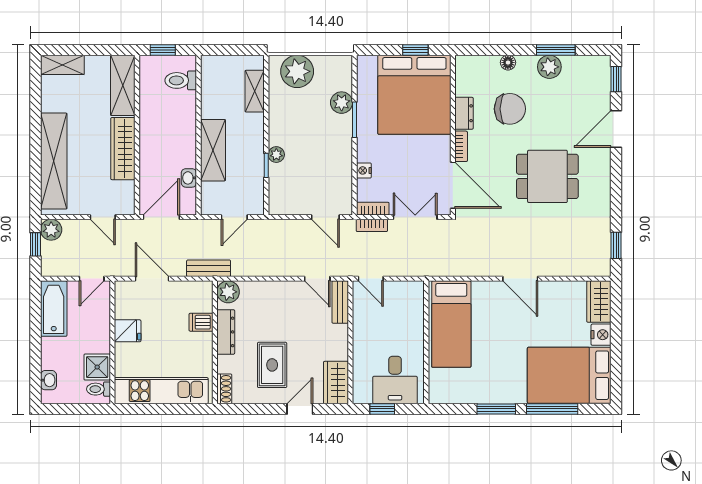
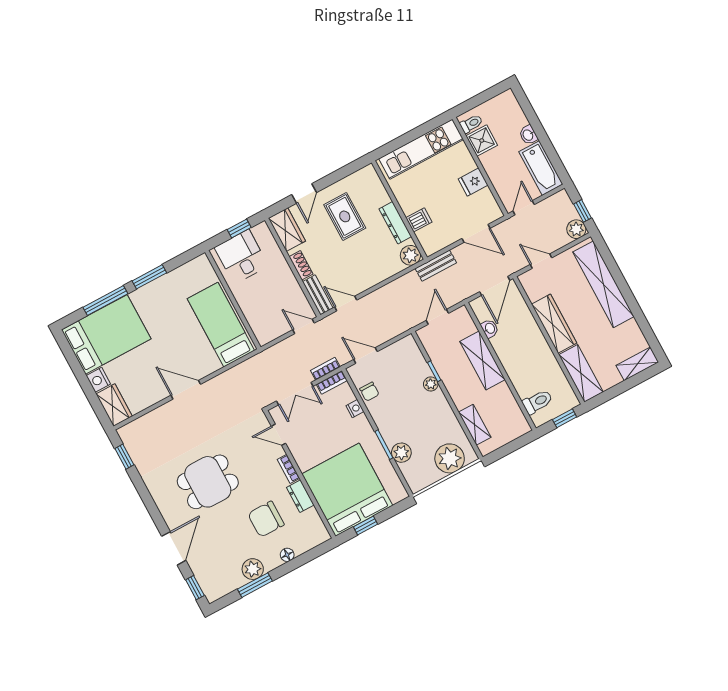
chair: (341, 180) -> (369, 392), added
door: (453, 185) -> (278, 435), width x0.53
washbasin: (48, 380) -> (528, 135), moved
shoe rack: (224, 389) -> (301, 265), moved, turned 180

